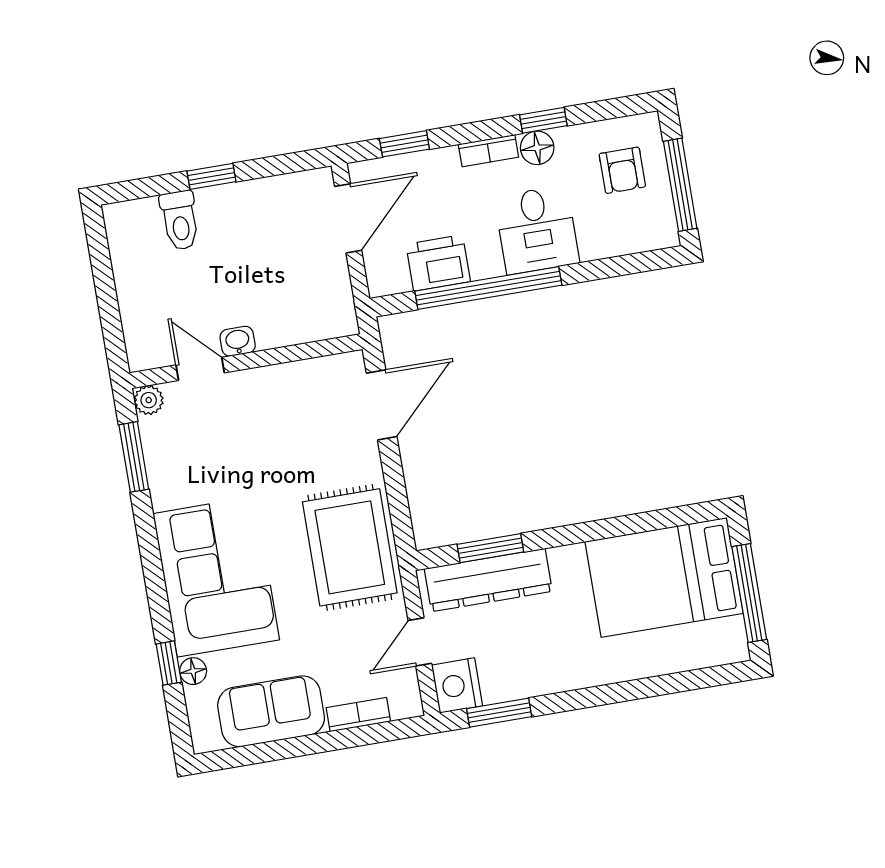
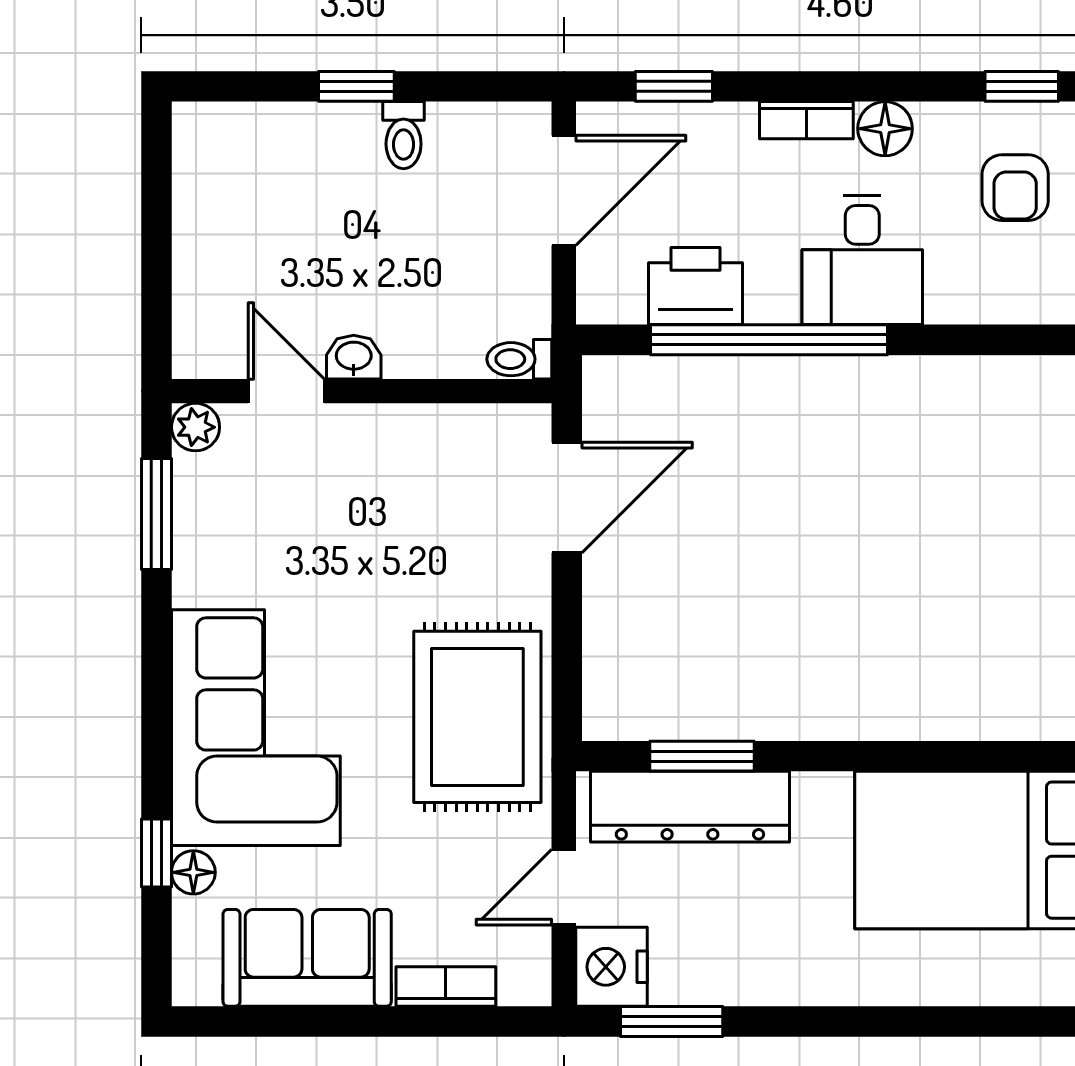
window: (543, 120) -> (1022, 86), moved
toilet: (180, 220) -> (404, 135), moved, width x0.73, depth x0.72
toilet: (339, 326) -> (519, 359), added

